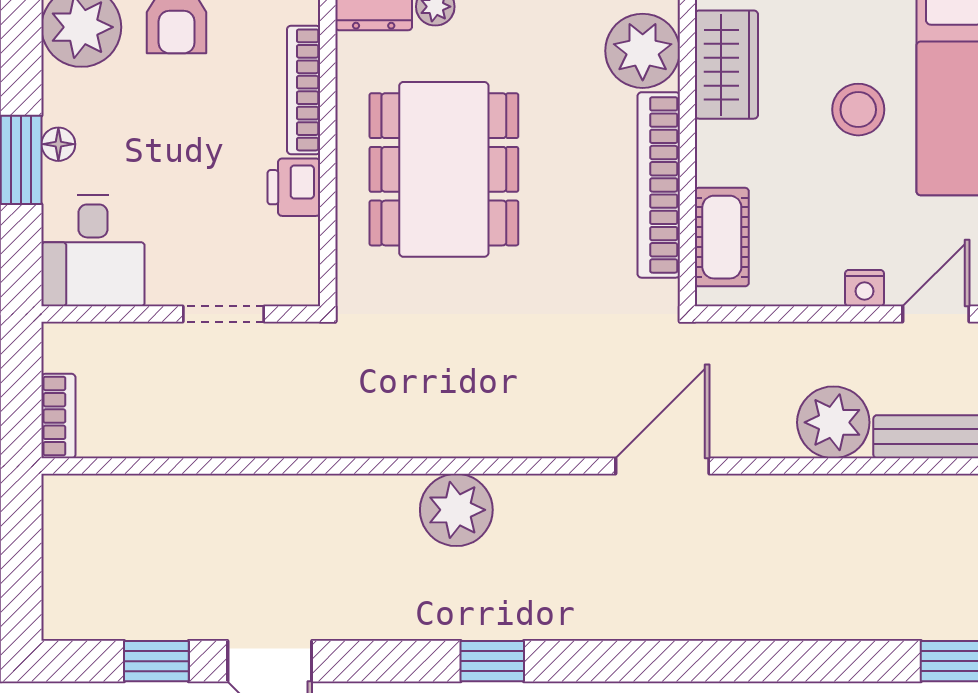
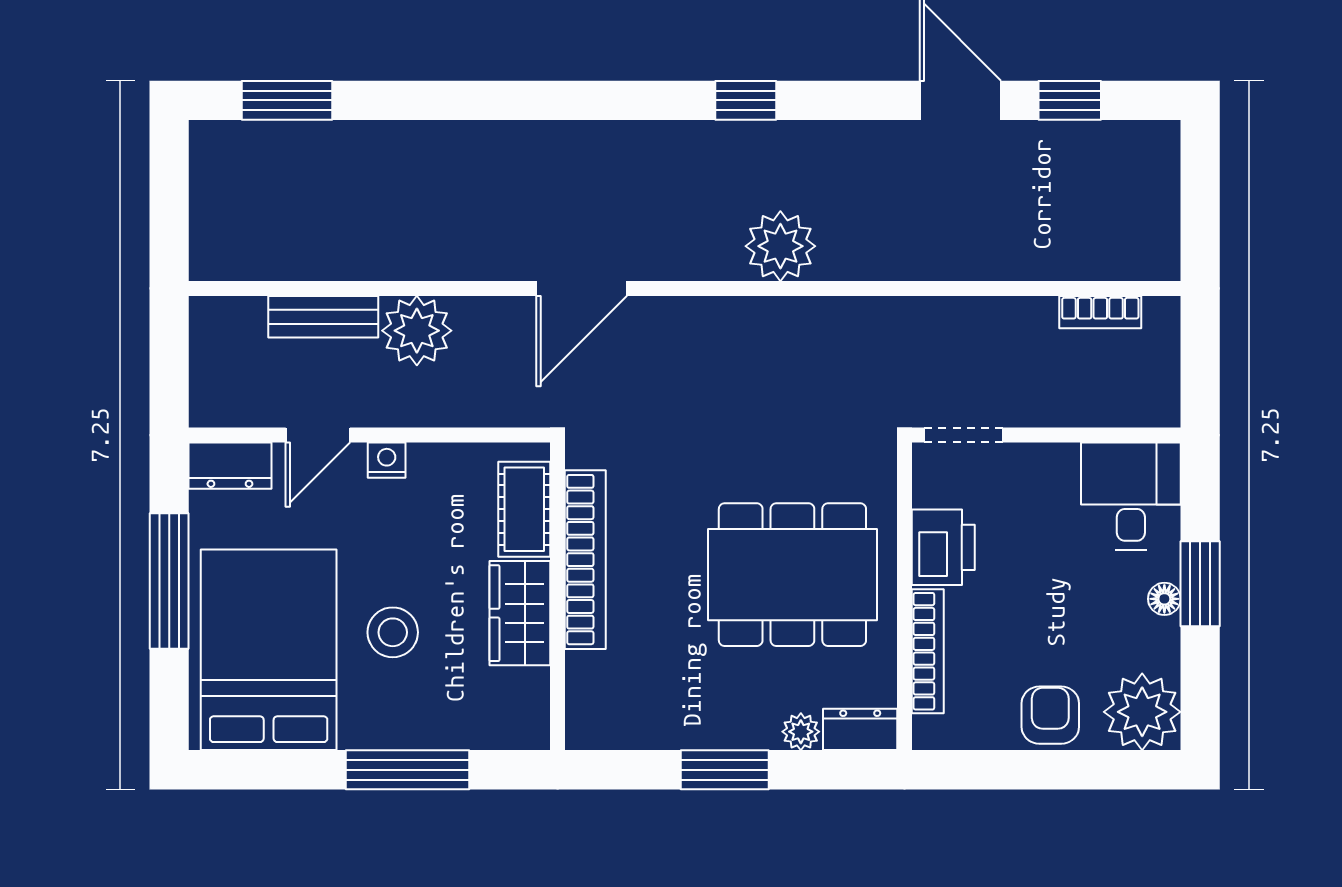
plant: (643, 51) -> (601, 689), removed
wardrobe: (726, 65) -> (520, 613), moved
dining table: (444, 169) -> (792, 575), turned 90
printer: (294, 187) -> (943, 547), width x1.36, depth x1.24
doorway: (224, 314) -> (964, 435), moved
bookcase: (58, 416) -> (1100, 312), moved, turned -90

